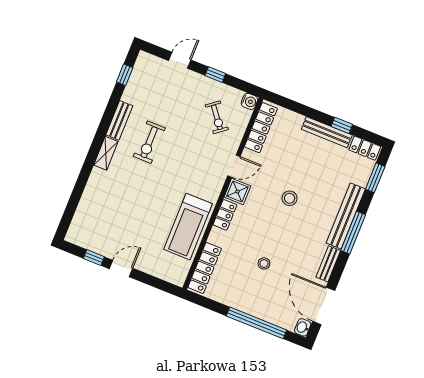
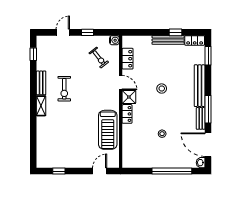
locker: (261, 128) -> (128, 59), width x0.66
door: (234, 166) -> (121, 83), hinge flipped
window: (353, 233) -> (208, 109), moved
door: (121, 268) -> (100, 171), moved
locker: (205, 268) -> (128, 151), removed

